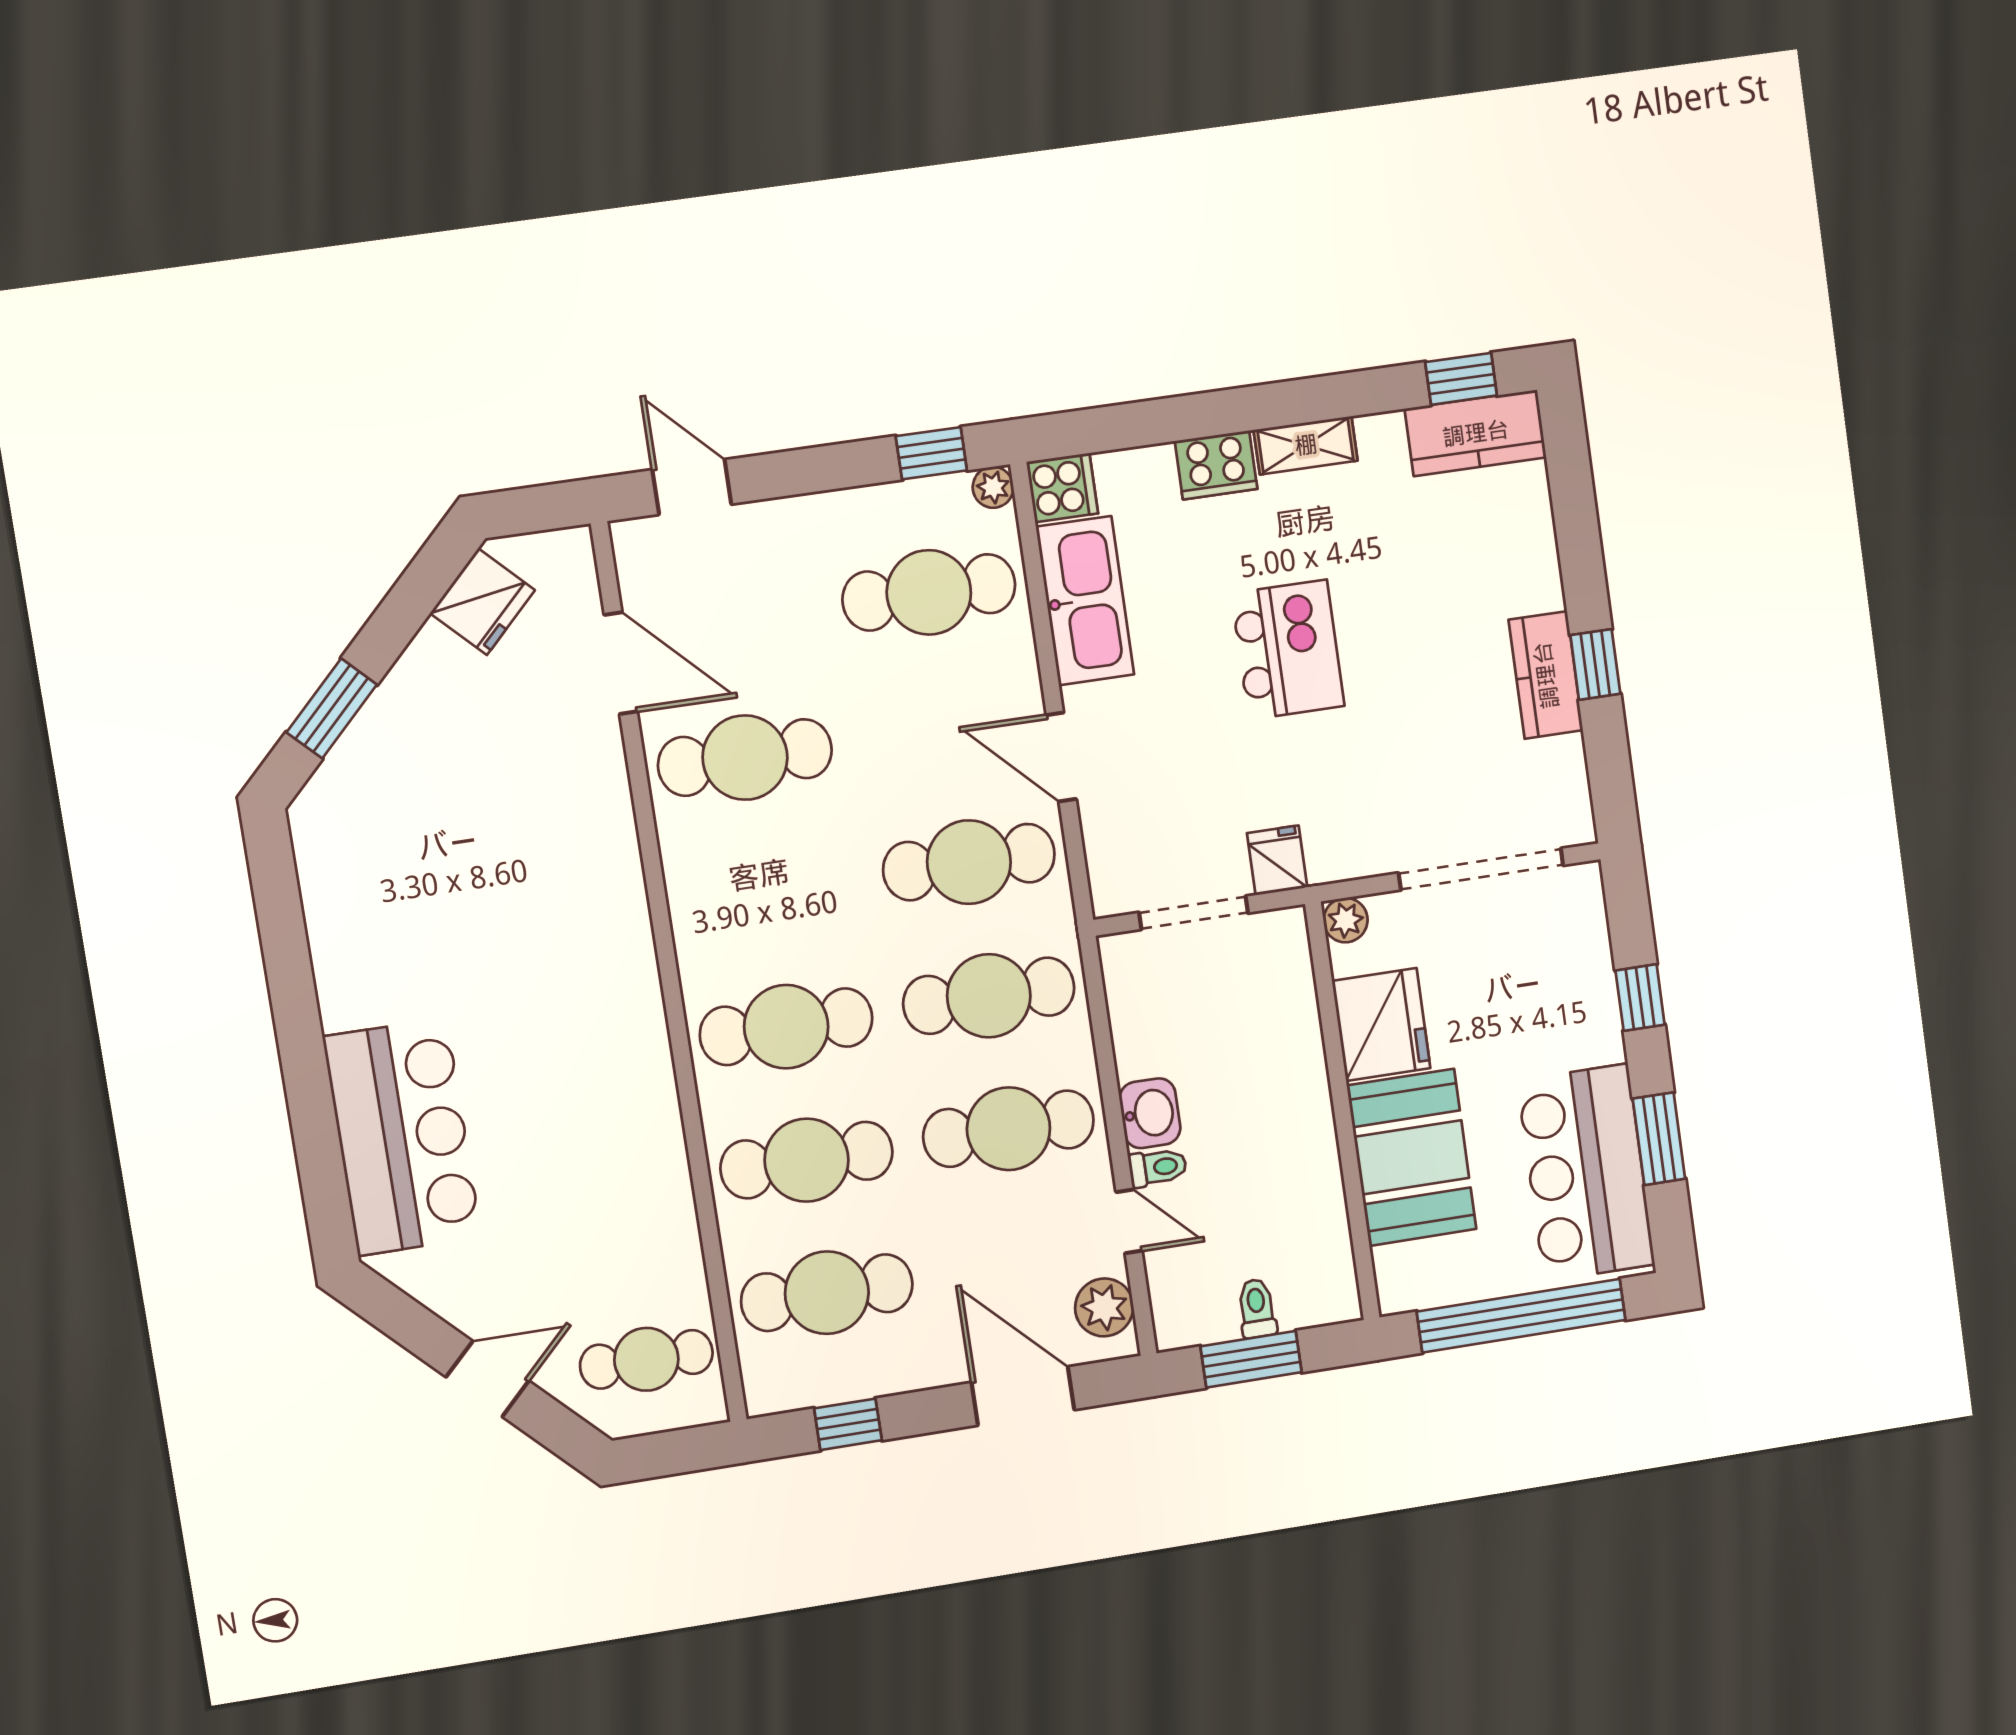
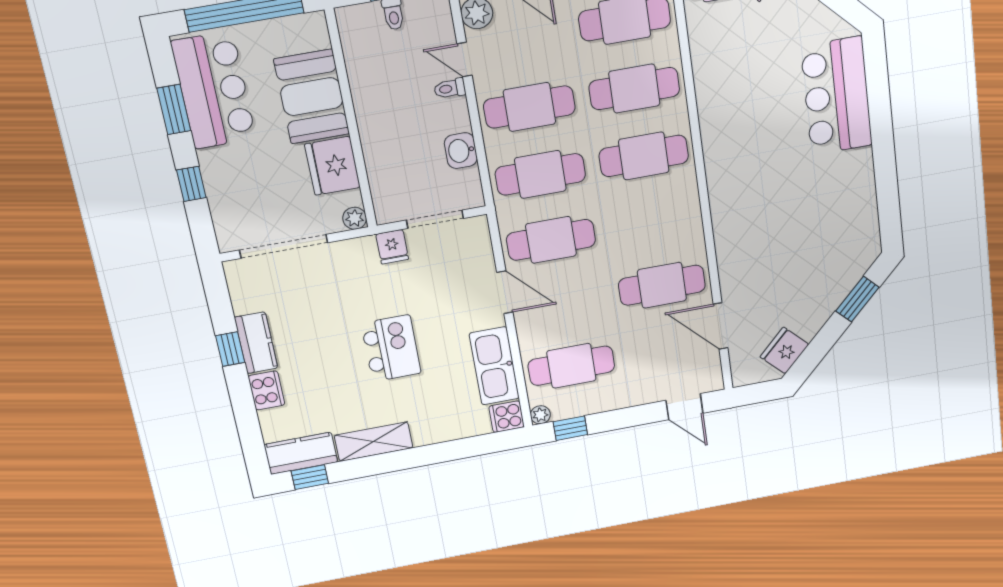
shelving: (1306, 445) -> (374, 442), width x1.50, depth x1.33
cooker: (1216, 465) -> (266, 390), moved, turned 90
kitchen island: (1288, 650) -> (391, 348), turned 180
washbasin: (1150, 1113) -> (461, 151), moved

